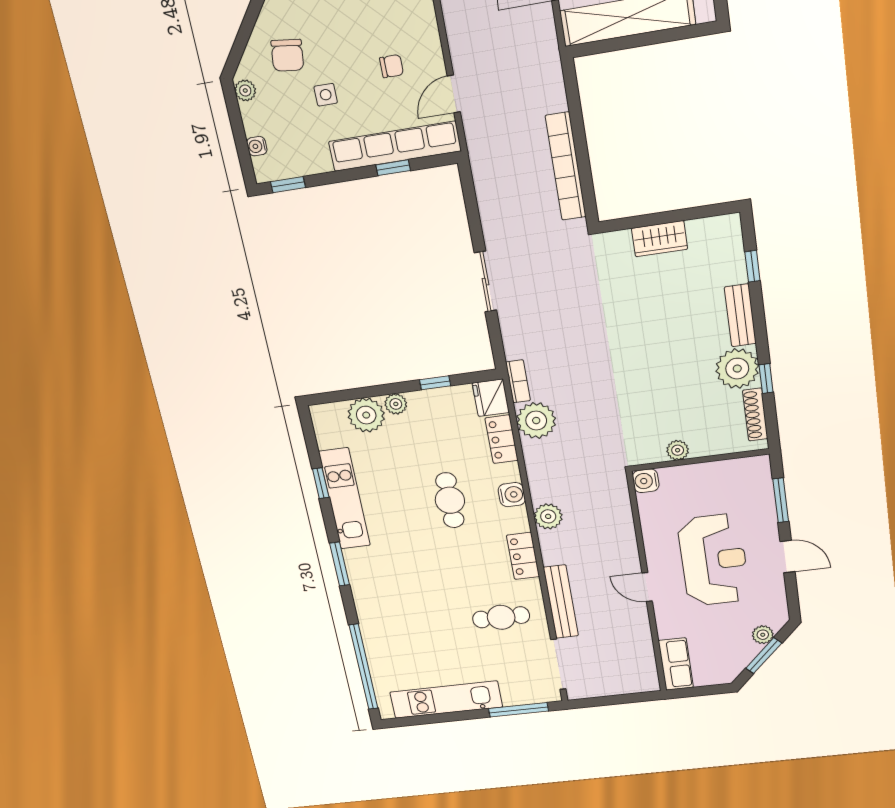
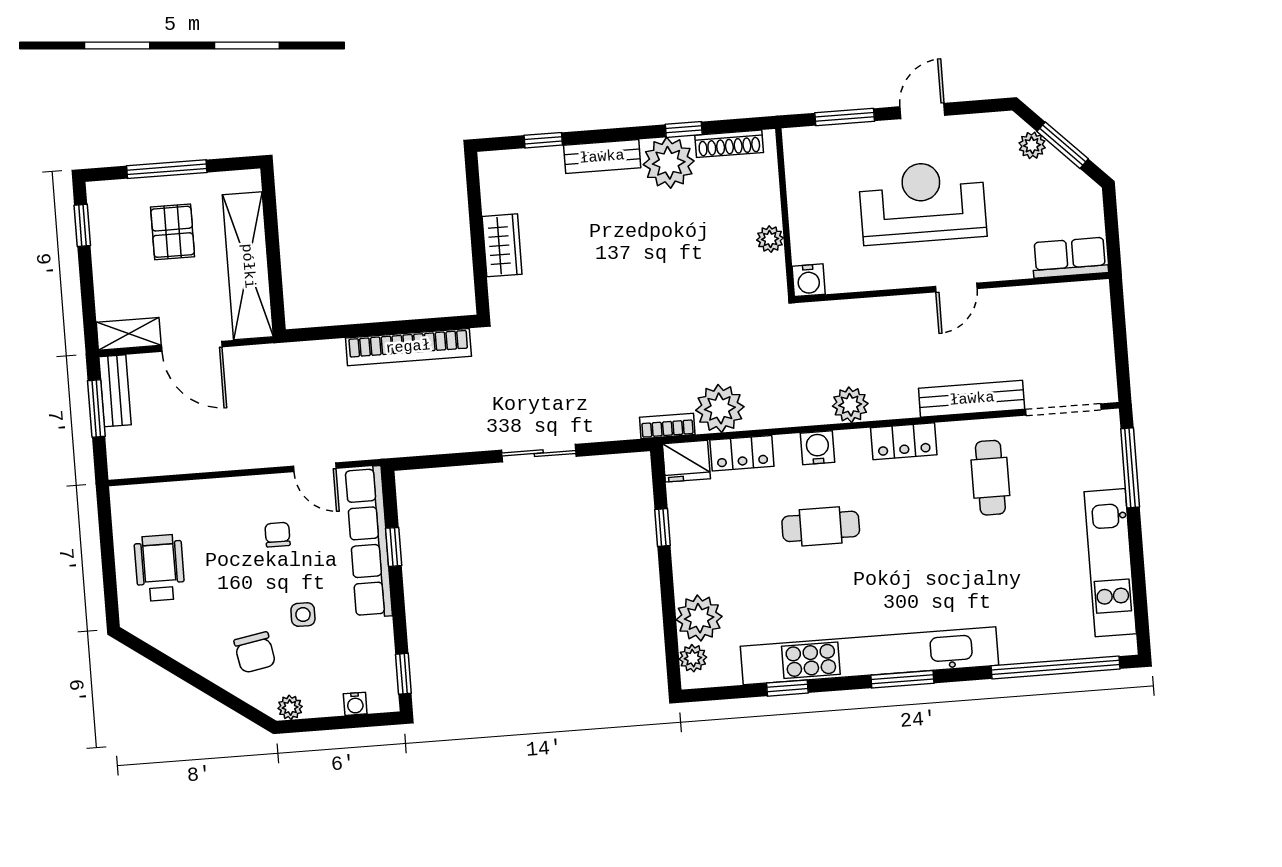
chair: (287, 55) -> (255, 652), turned 73
plant: (396, 404) -> (693, 658), moved
kitchen unit: (345, 499) -> (870, 656), width x1.86

